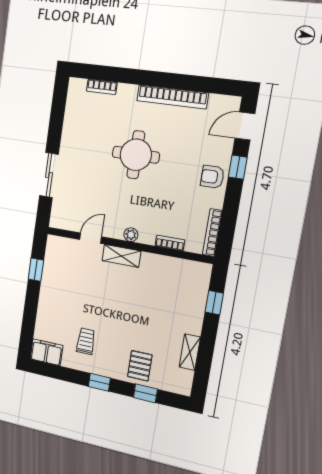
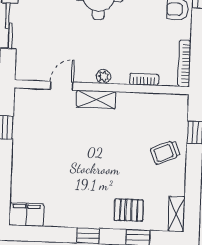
trolley: (86, 341) -> (165, 152), moved, turned -113
shelving: (190, 352) -> (176, 214), moved
pallet: (140, 366) -> (129, 210), turned 90

